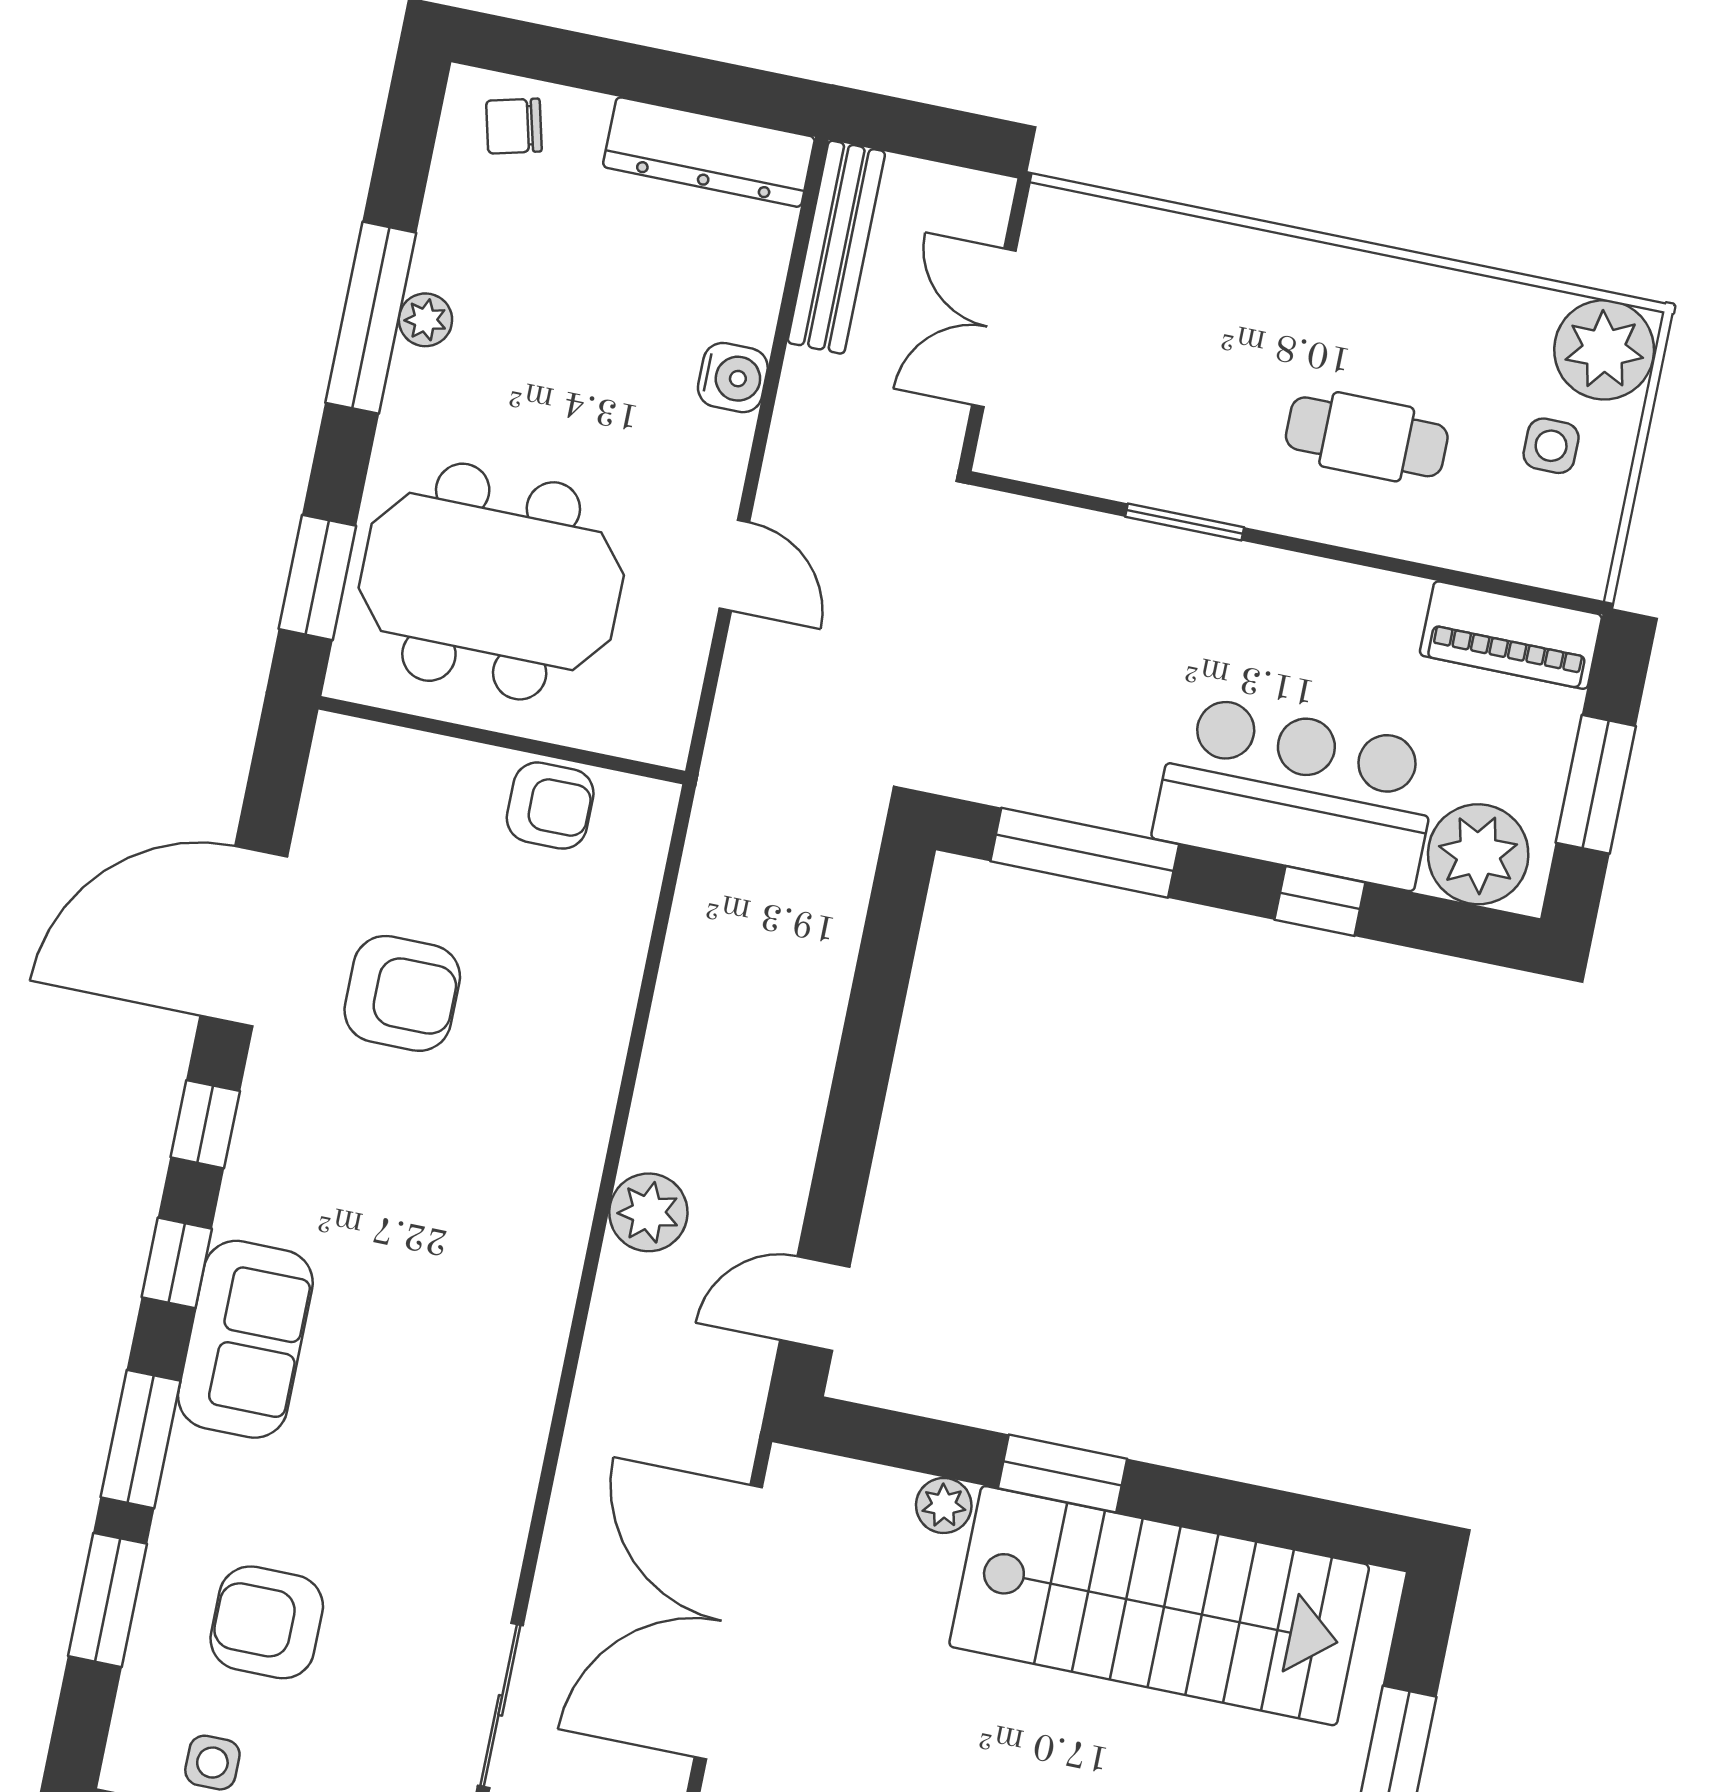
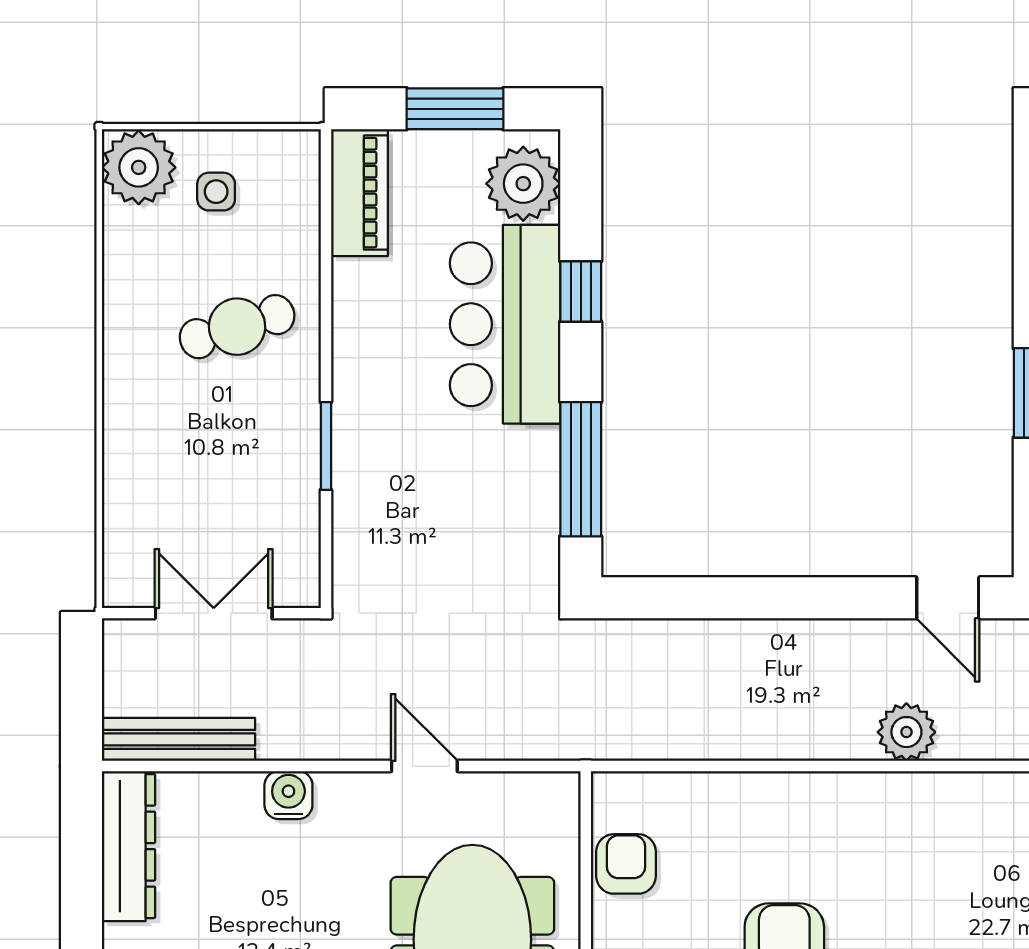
double door: (994, 328) -> (214, 613), swing flipped
cafe table: (1367, 437) -> (237, 327), turned 73
door: (734, 565) -> (424, 766), hinge flipped

